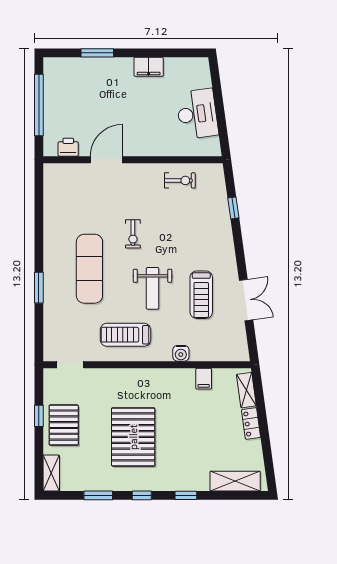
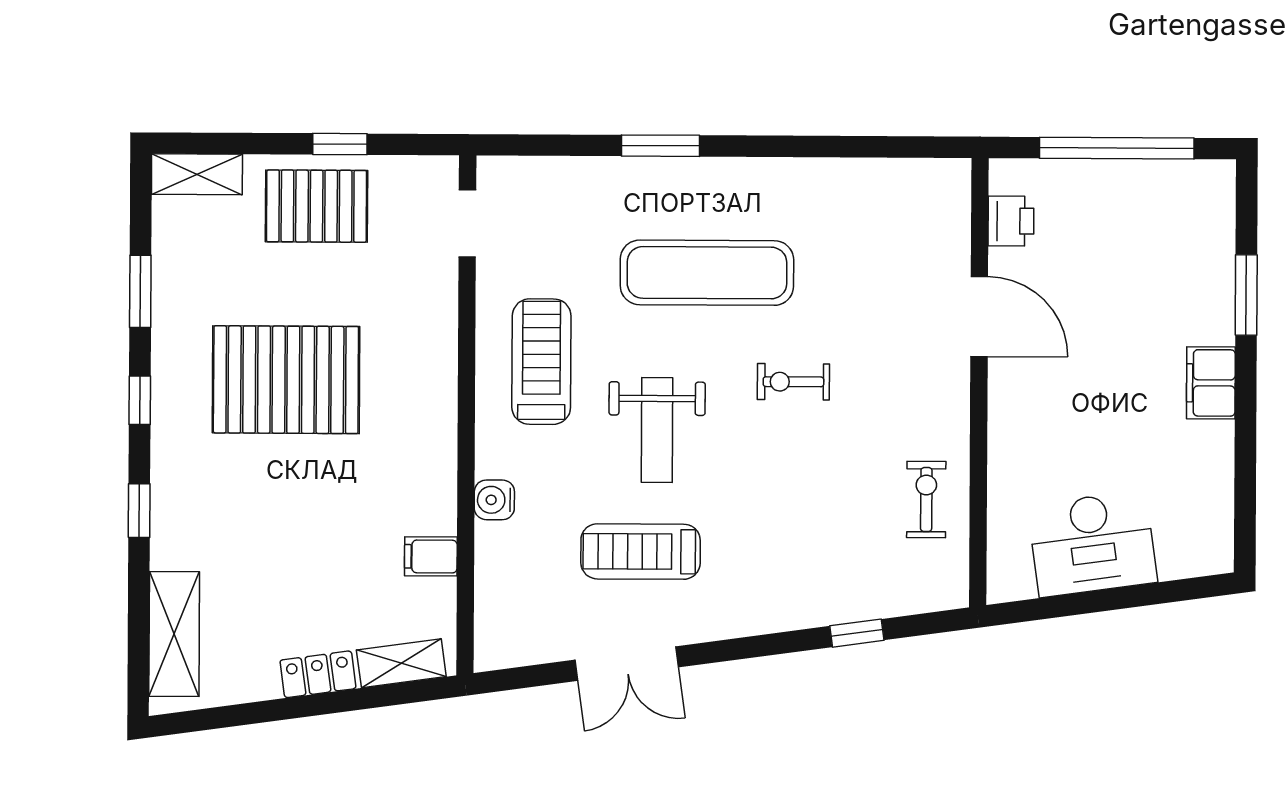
filing cabinet: (149, 67) -> (1211, 383), moved
exercise bike: (180, 180) -> (926, 500), turned 180
weight bench: (153, 288) -> (657, 430), turned -90

